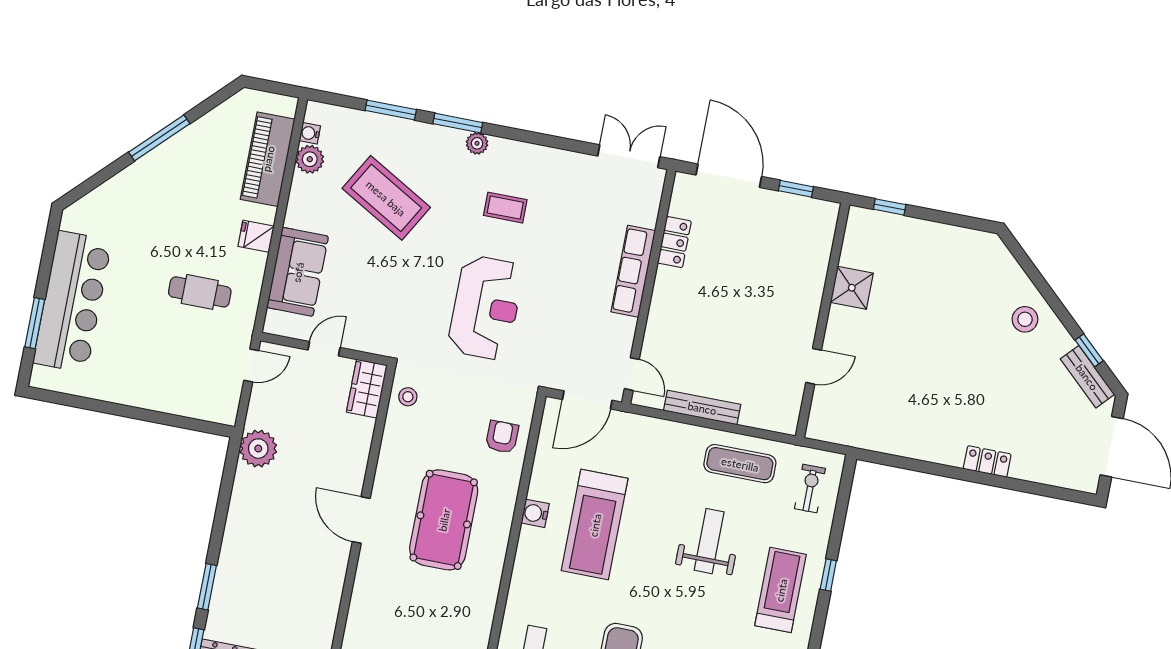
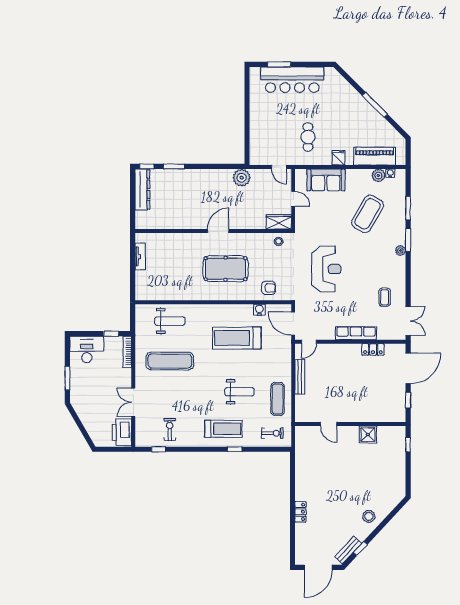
coffee table: (505, 208) -> (385, 297), moved
reception desk: (486, 308) -> (326, 269), turned -90
water cooler: (535, 513) -> (259, 310), moved

